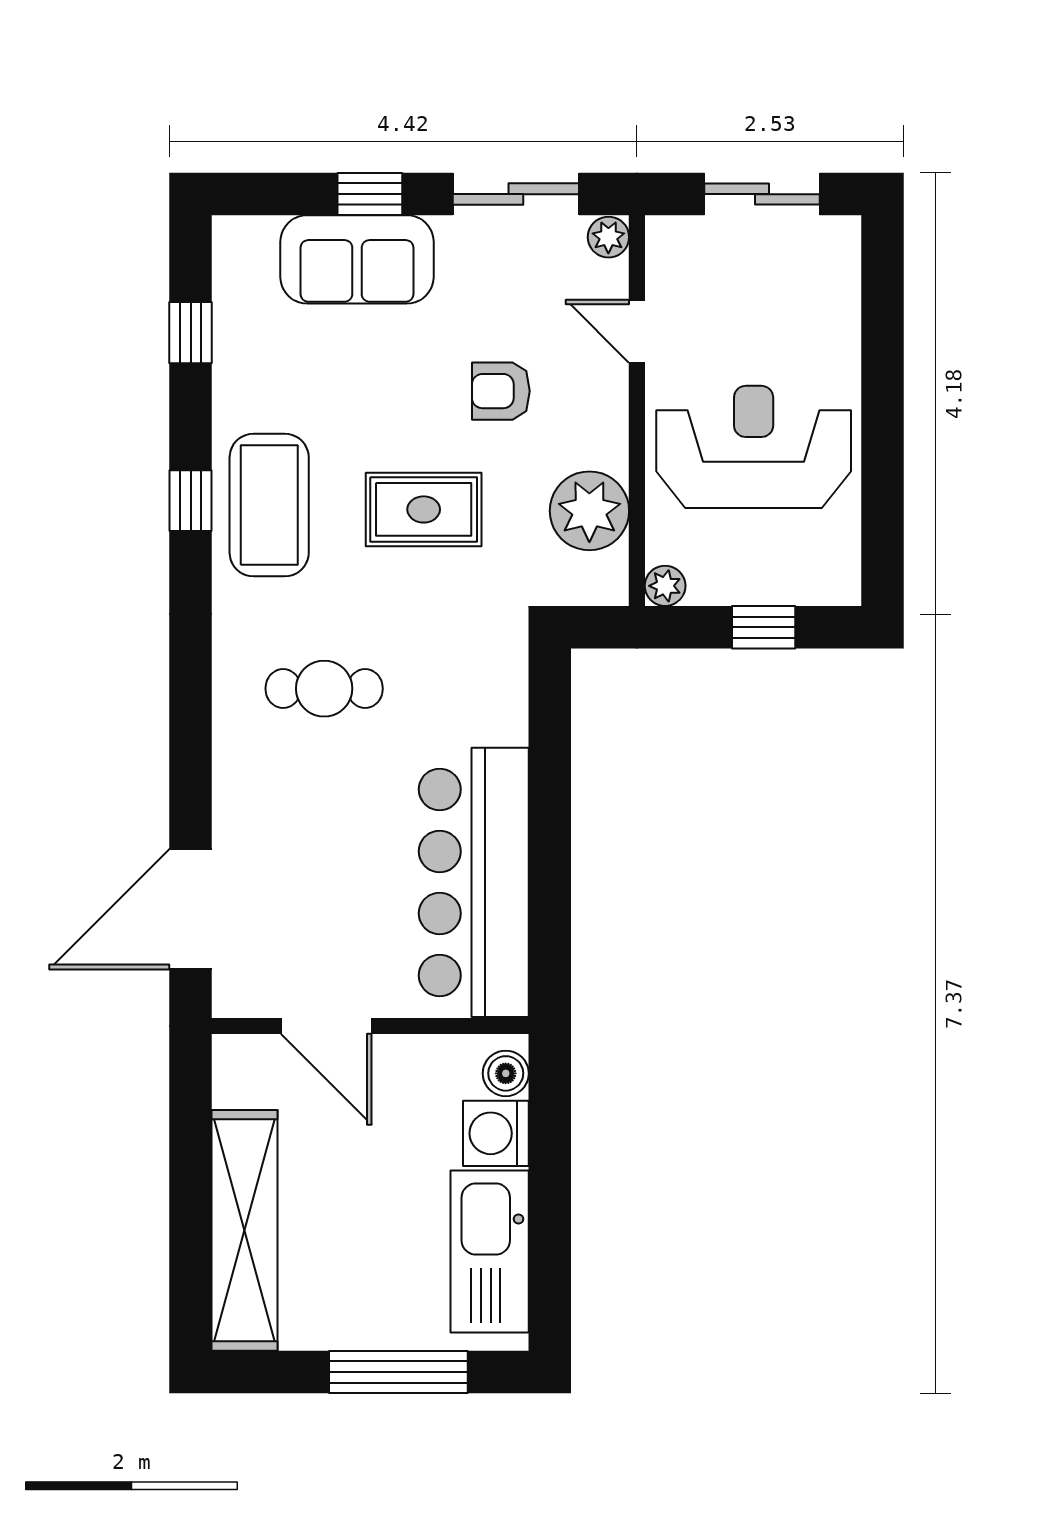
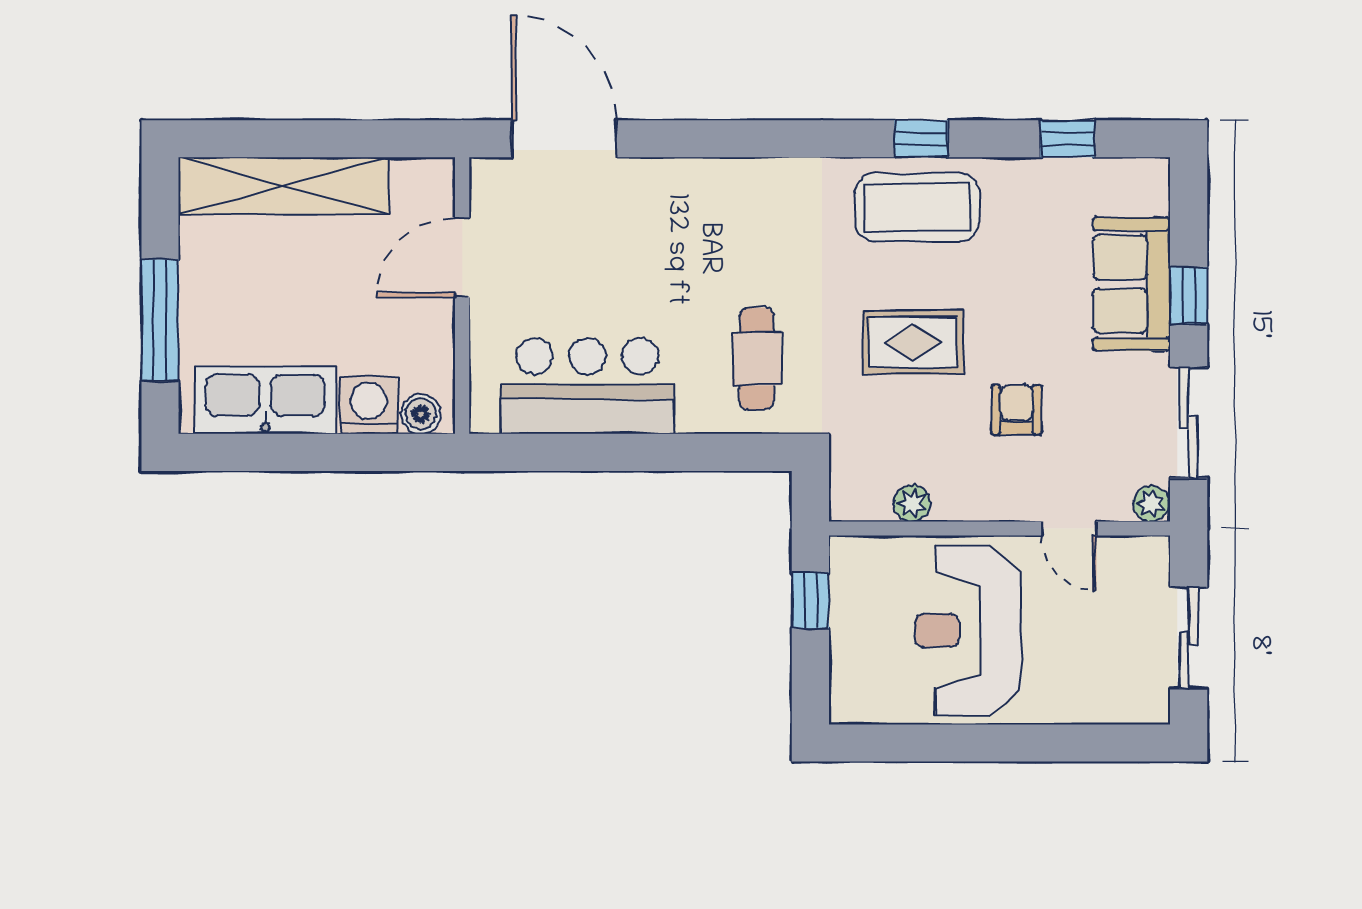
door: (637, 331) -> (1069, 529), swing flipped
reception desk: (754, 447) -> (968, 630), turned 180
rug: (424, 509) -> (913, 342), turned 90
plant: (589, 511) -> (912, 503), width x0.53, depth x0.53
plant: (665, 586) -> (846, 553), removed
window: (764, 627) -> (810, 601), moved
cafe table: (324, 689) -> (757, 359), moved
bar counter: (474, 882) -> (587, 386), width x0.73

